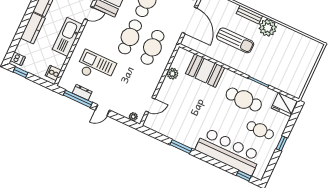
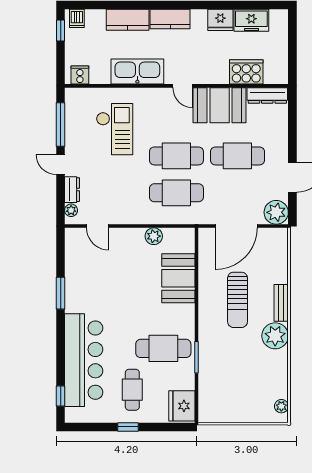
plant: (313, 44) -> (281, 406), added
dresser: (82, 92) -> (72, 190), moved
cafe table: (244, 100) -> (163, 348), turned 90

